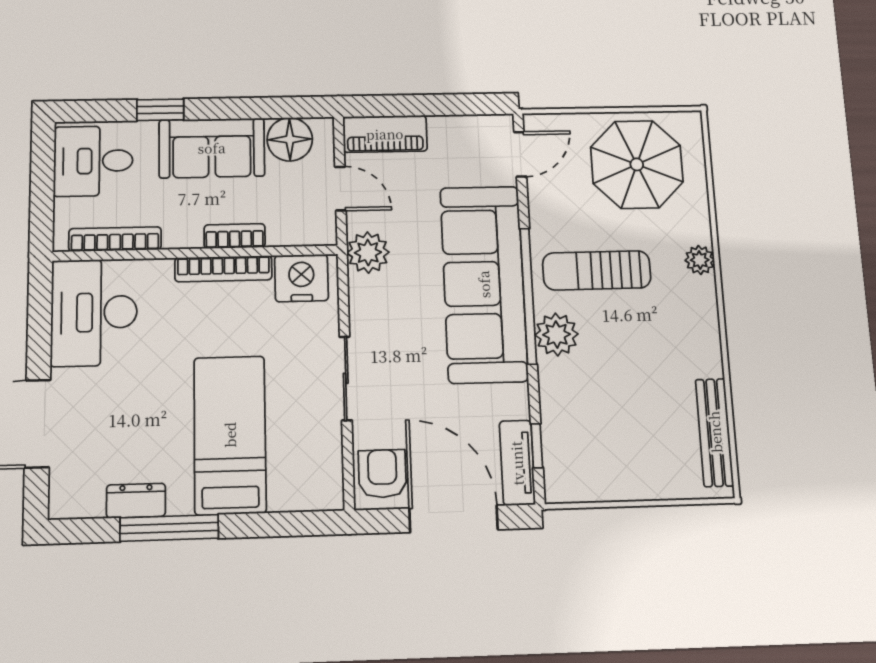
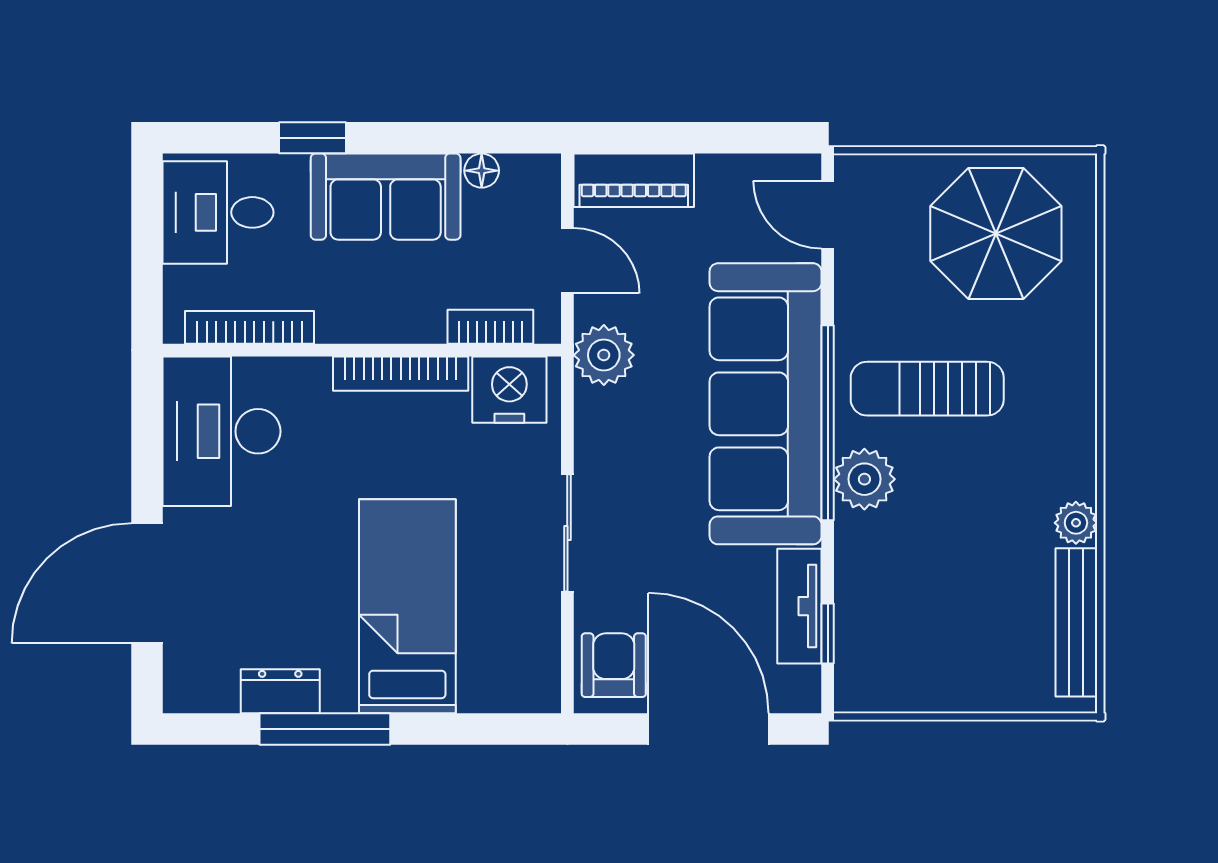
floor lamp: (290, 139) -> (482, 171), width x0.53, depth x0.53
door: (520, 154) -> (828, 215), swing flipped
bookcase: (235, 236) -> (490, 327), moved
plant: (700, 260) -> (1076, 523), moved
tv unit: (517, 463) -> (799, 606), moved

